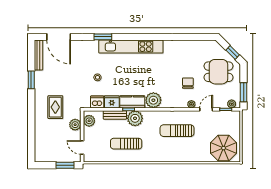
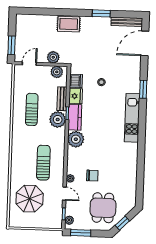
kitchen unit: (131, 47) -> (132, 118), width x0.73
rug: (55, 107) -> (69, 24), moved
parasol: (223, 148) -> (30, 199), moved

